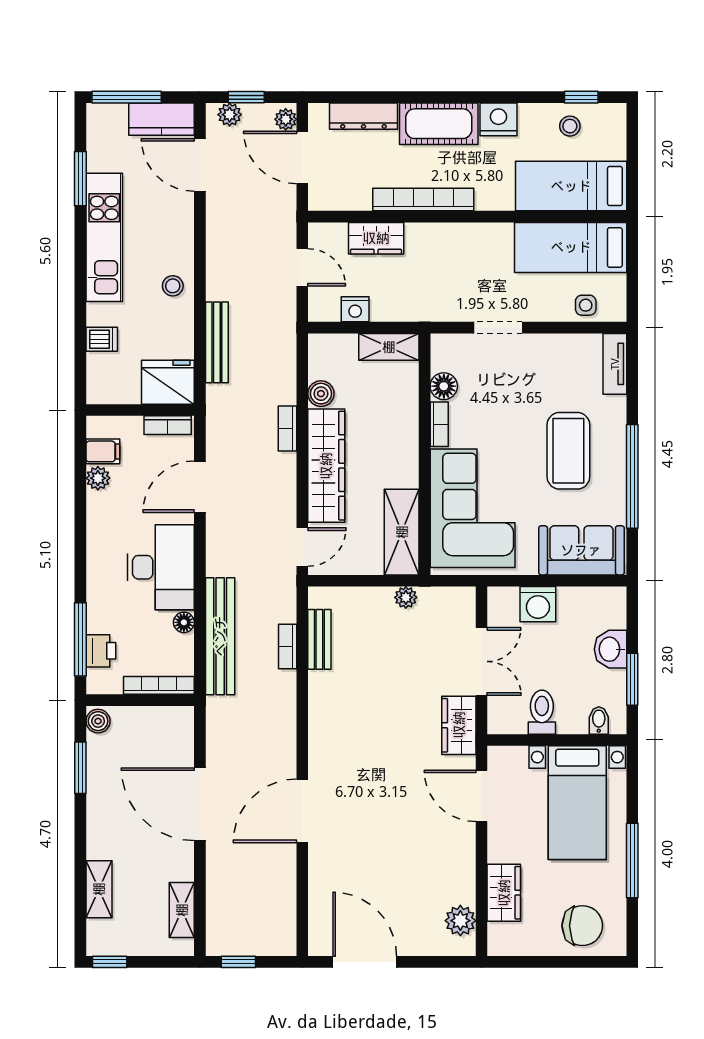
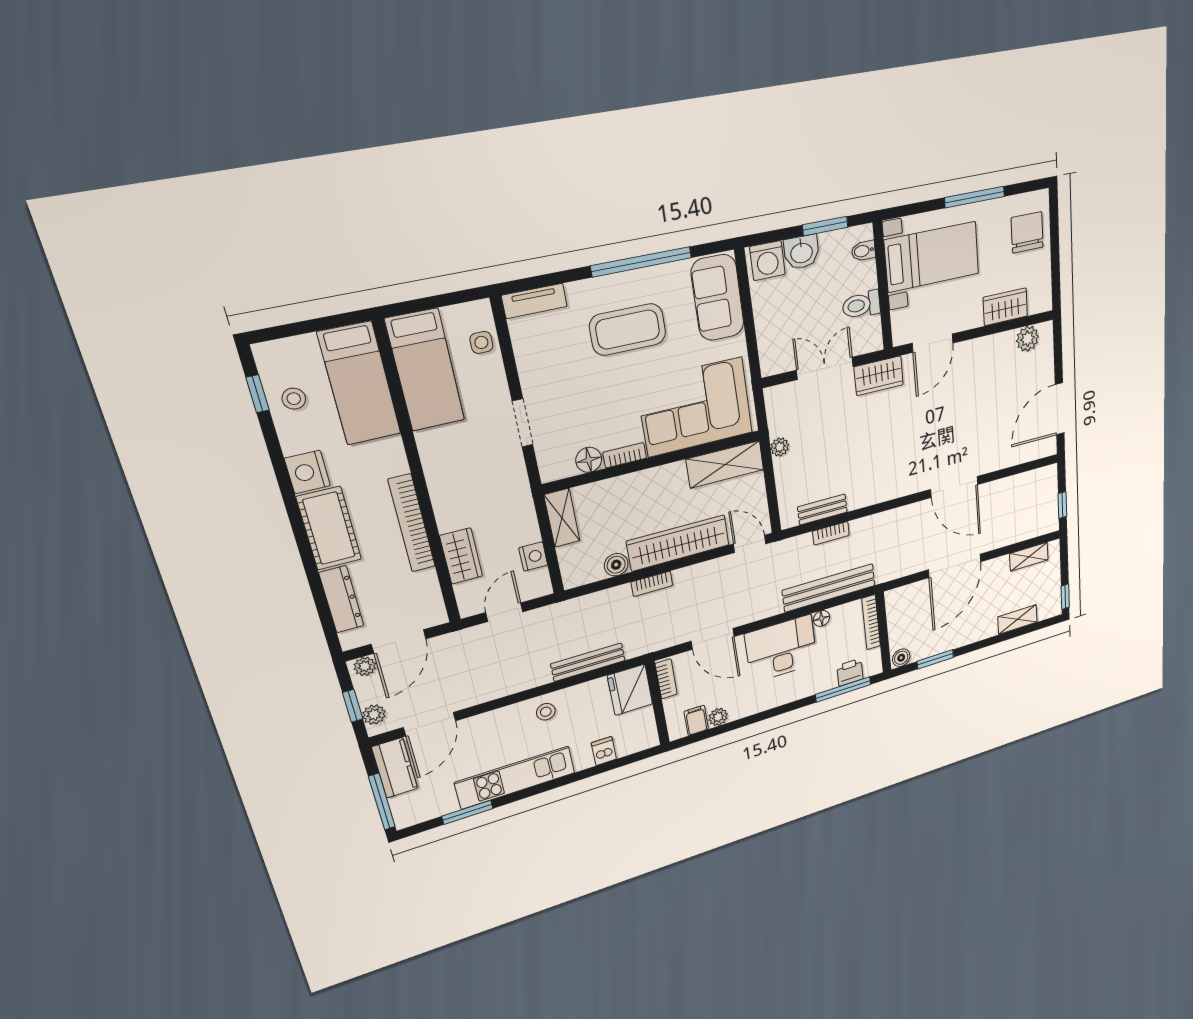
washing machine: (538, 604) -> (767, 261), moved, turned 90

